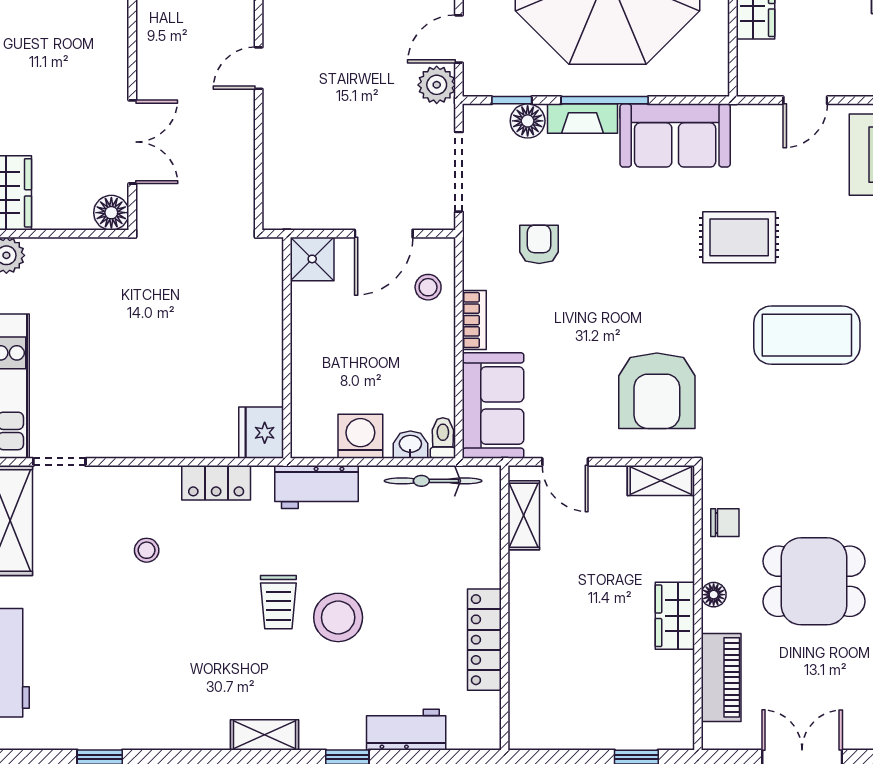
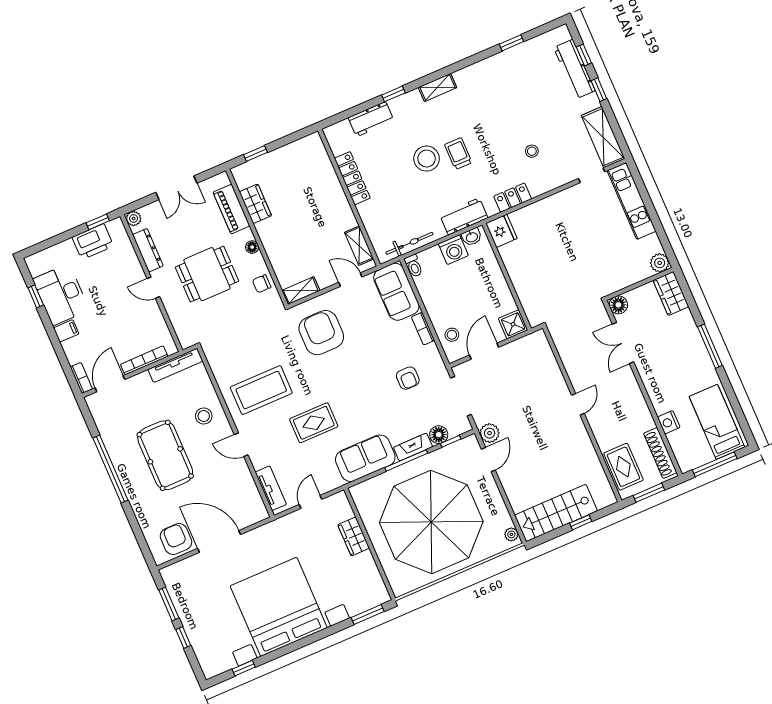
washbasin: (410, 445) -> (472, 237), moved
wardrobe: (675, 616) -> (255, 204), moved

